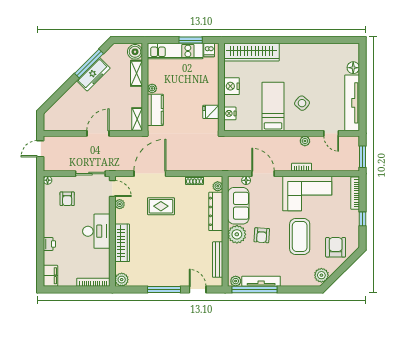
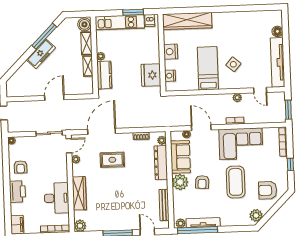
freezer: (93, 74) -> (41, 54), moved
fridge: (211, 112) -> (151, 75), width x1.88, depth x1.34
shelving: (137, 119) -> (88, 66), moved
door: (112, 188) -> (69, 146), hinge flipped
armchair: (67, 199) -> (21, 167), moved
desk: (96, 231) -> (57, 198), moved
printer: (49, 244) -> (17, 192), width x1.87, depth x1.48
armchair: (336, 247) -> (268, 190), turned -90

